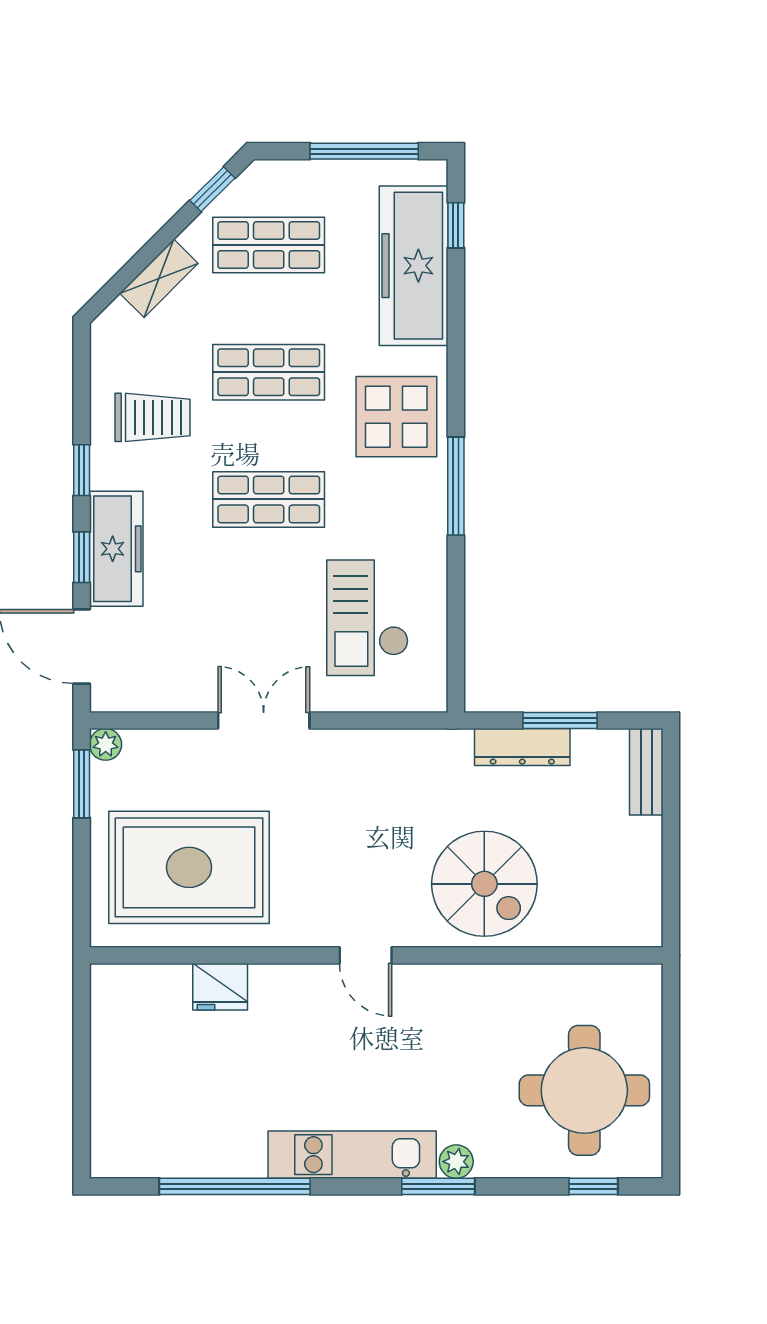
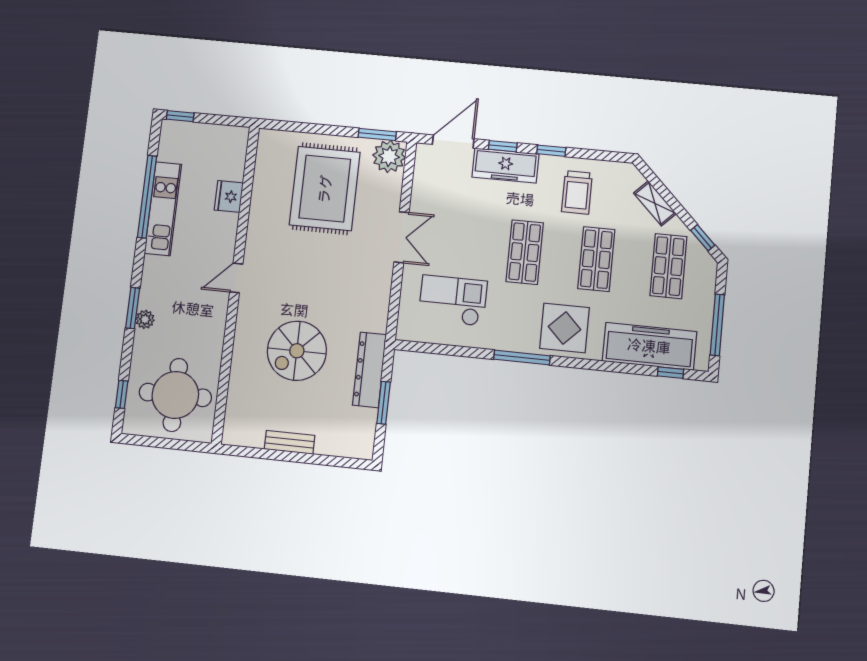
plant: (106, 744) -> (389, 156), width x1.88, depth x1.88
dresser: (522, 747) -> (369, 370), width x1.37, depth x1.24
bench: (646, 772) -> (290, 442), moved
door: (366, 955) -> (236, 278), moved
wall: (376, 955) -> (236, 284), moved
fridge: (220, 987) -> (229, 196), moved
window: (82, 1145) -> (180, 116), added
kitchen unit: (352, 1155) -> (163, 209), moved

